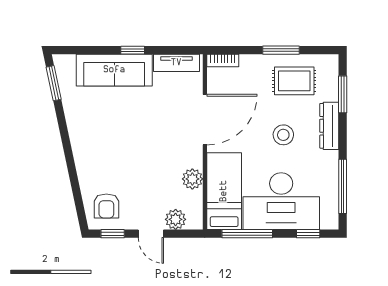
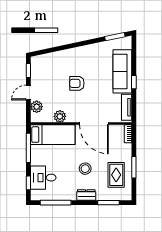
dresser: (329, 126) -> (86, 195), width x0.70
desk: (281, 201) -> (43, 178), width x0.53, depth x0.77
armchair: (106, 206) -> (77, 83), moved

